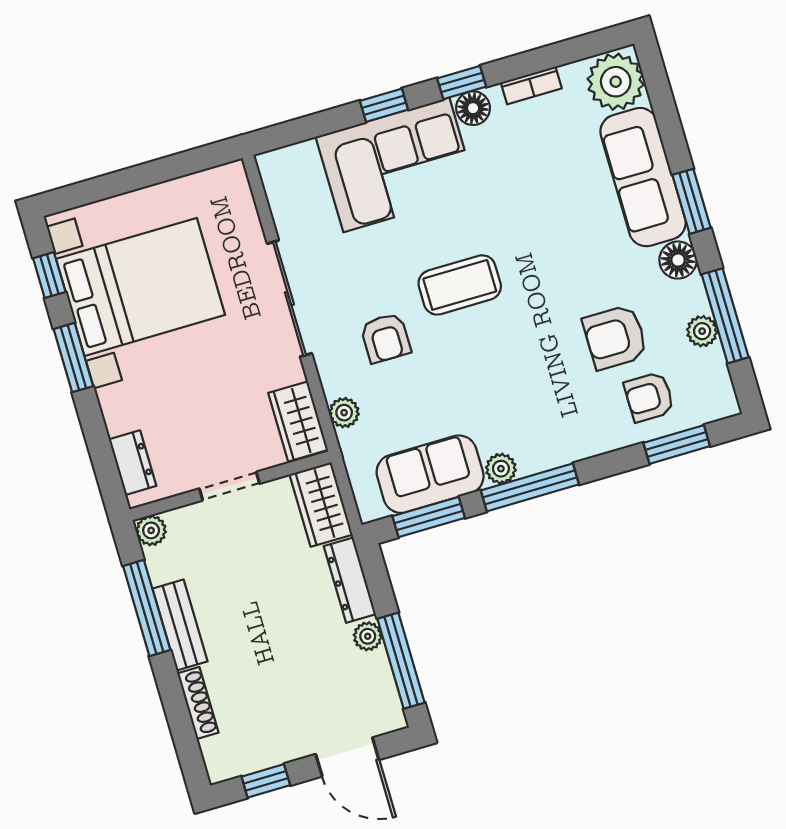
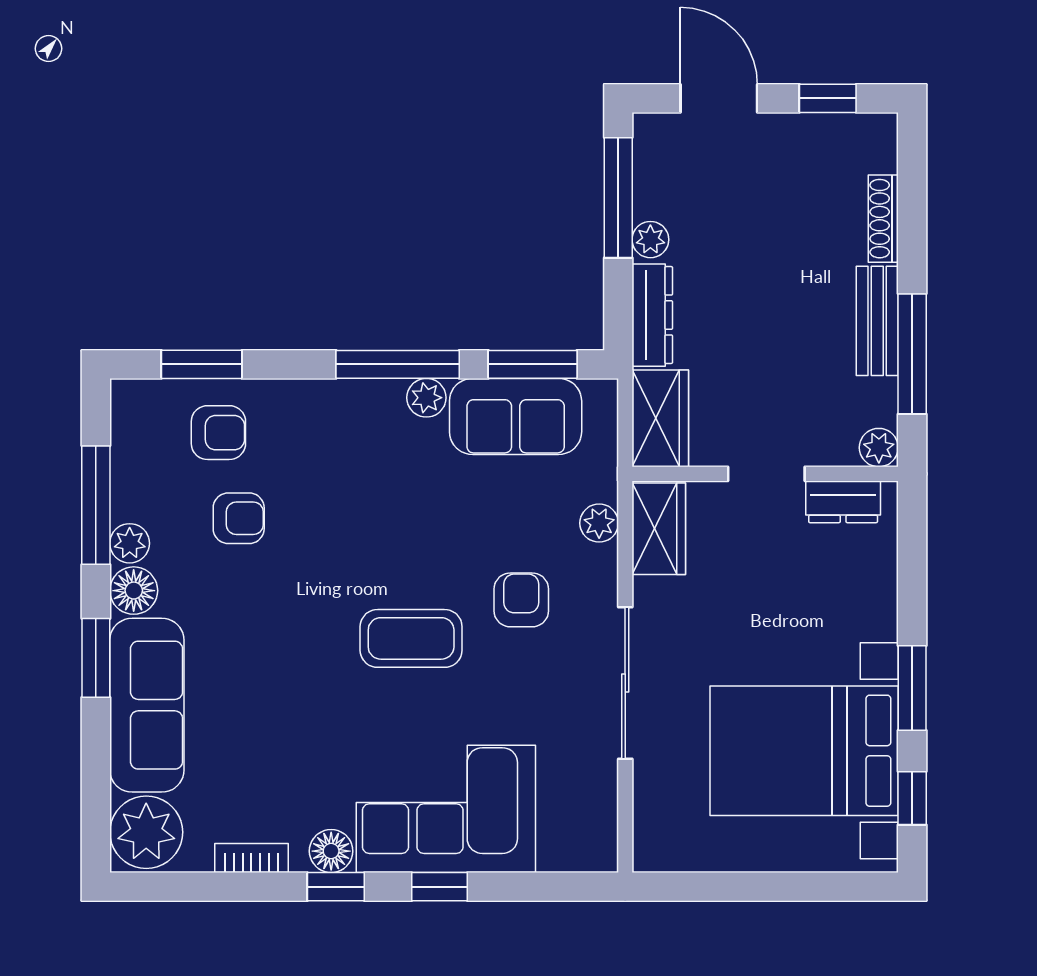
plant: (702, 331) -> (130, 543), moved
armchair: (615, 337) -> (239, 518), width x0.72, depth x0.72
dresser: (133, 463) -> (843, 502), moved, turned -90

